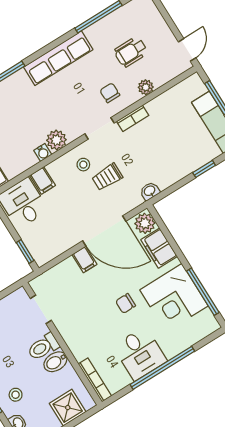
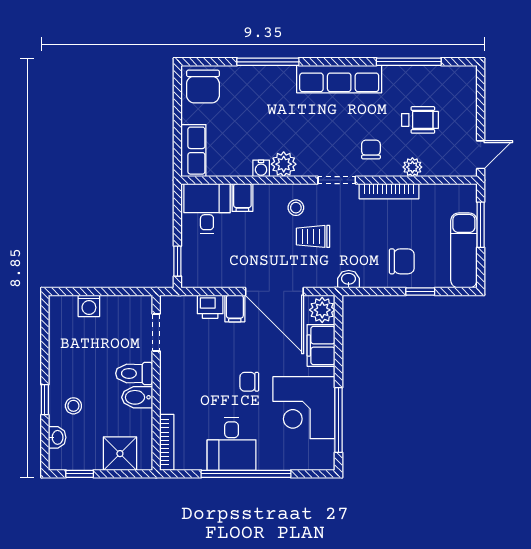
wheelchair: (131, 52) -> (420, 120), turned 180
bookcase: (133, 118) -> (389, 191), width x1.56
chair: (179, 156) -> (402, 261), added
printer: (67, 269) -> (210, 307), added

